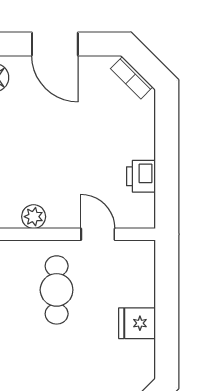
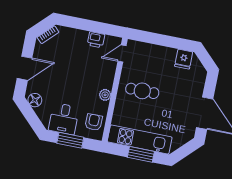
door: (98, 234) -> (122, 54), moved
fridge: (137, 323) -> (184, 59), moved

